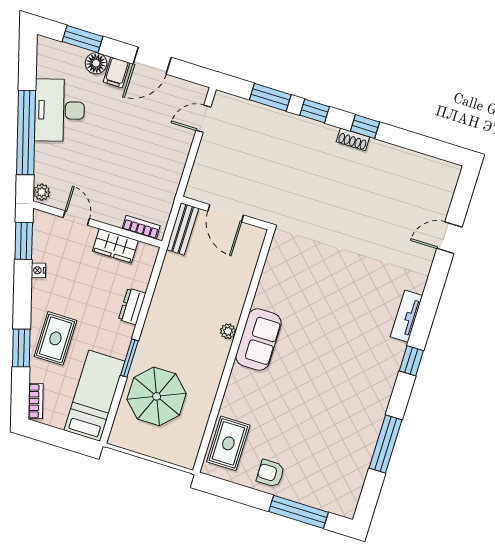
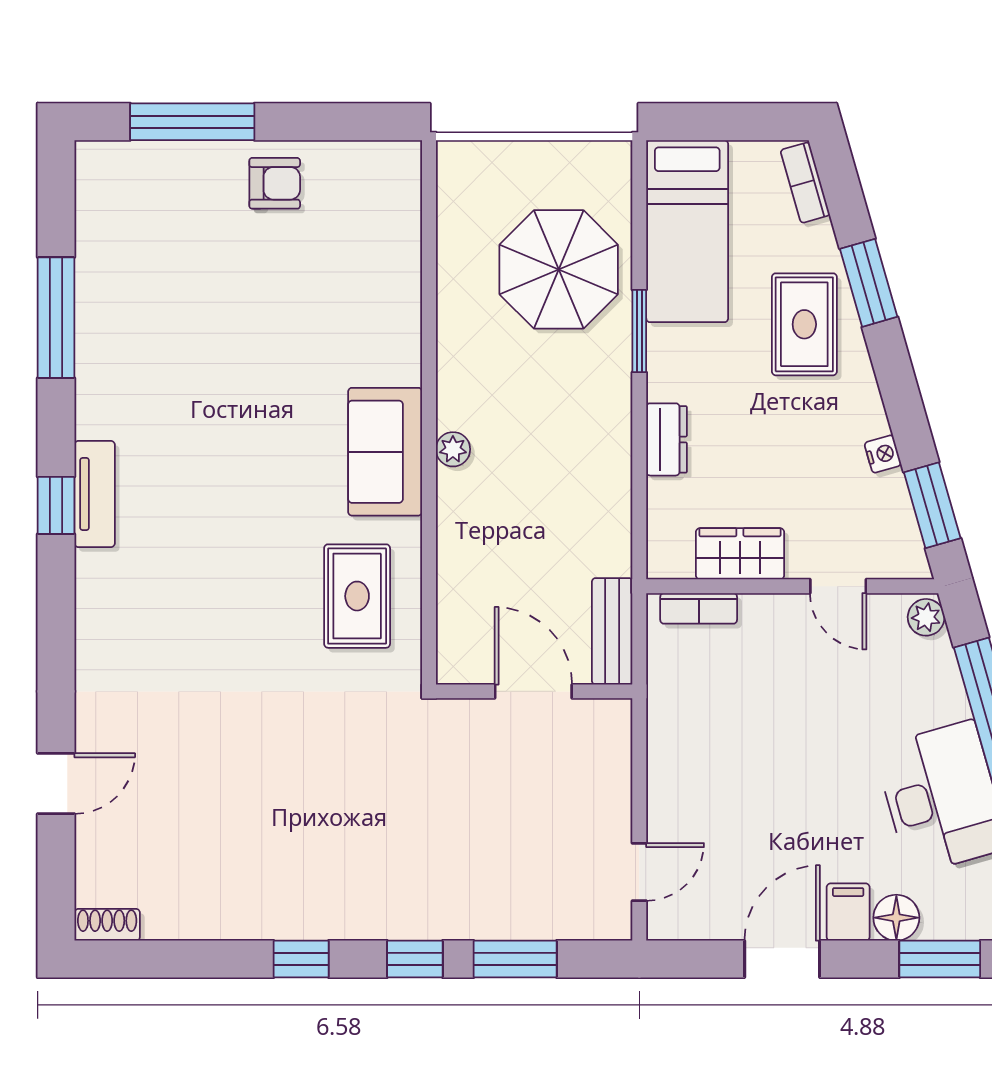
shoe rack: (353, 139) -> (107, 925), moved
tv unit: (406, 316) -> (95, 494), moved
rug: (228, 443) -> (357, 596), moved

